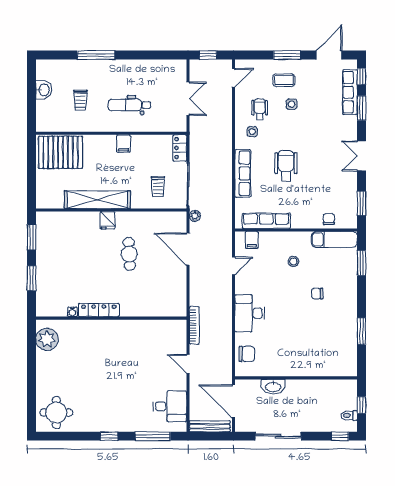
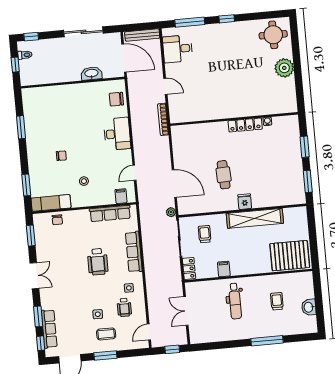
dental chair: (129, 105) -> (235, 301), turned 90
filing cabinet: (123, 144) -> (224, 269), moved
plant: (47, 339) -> (284, 68), moved

